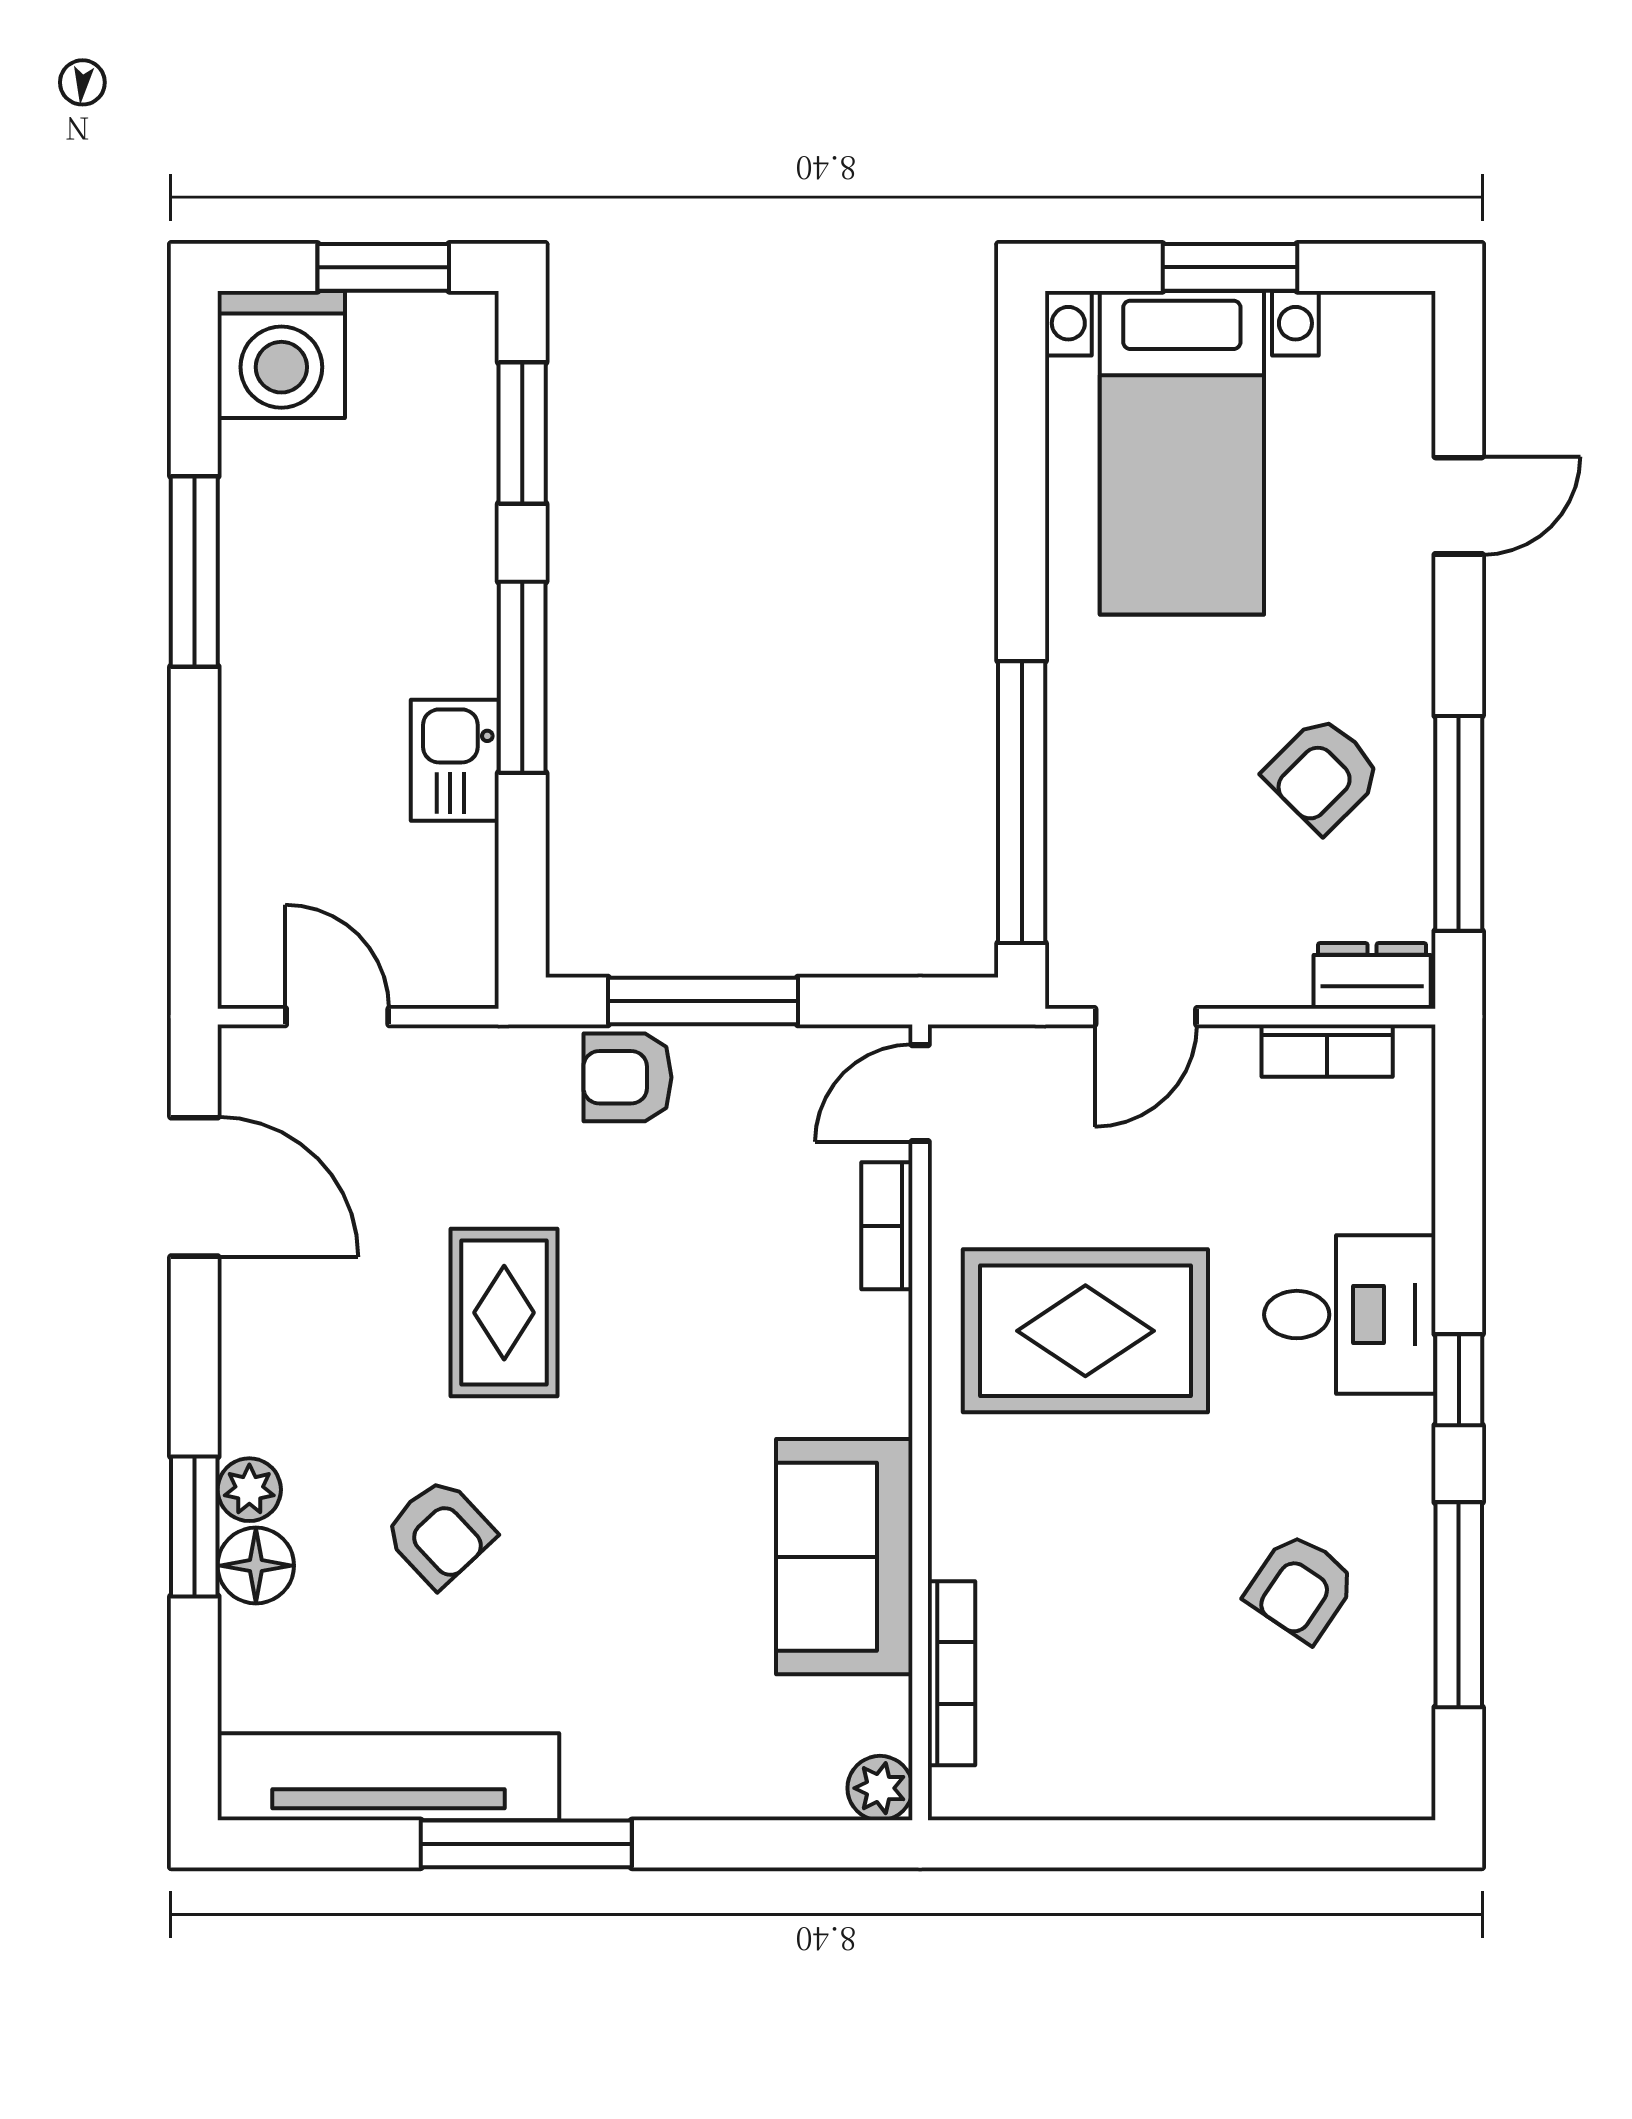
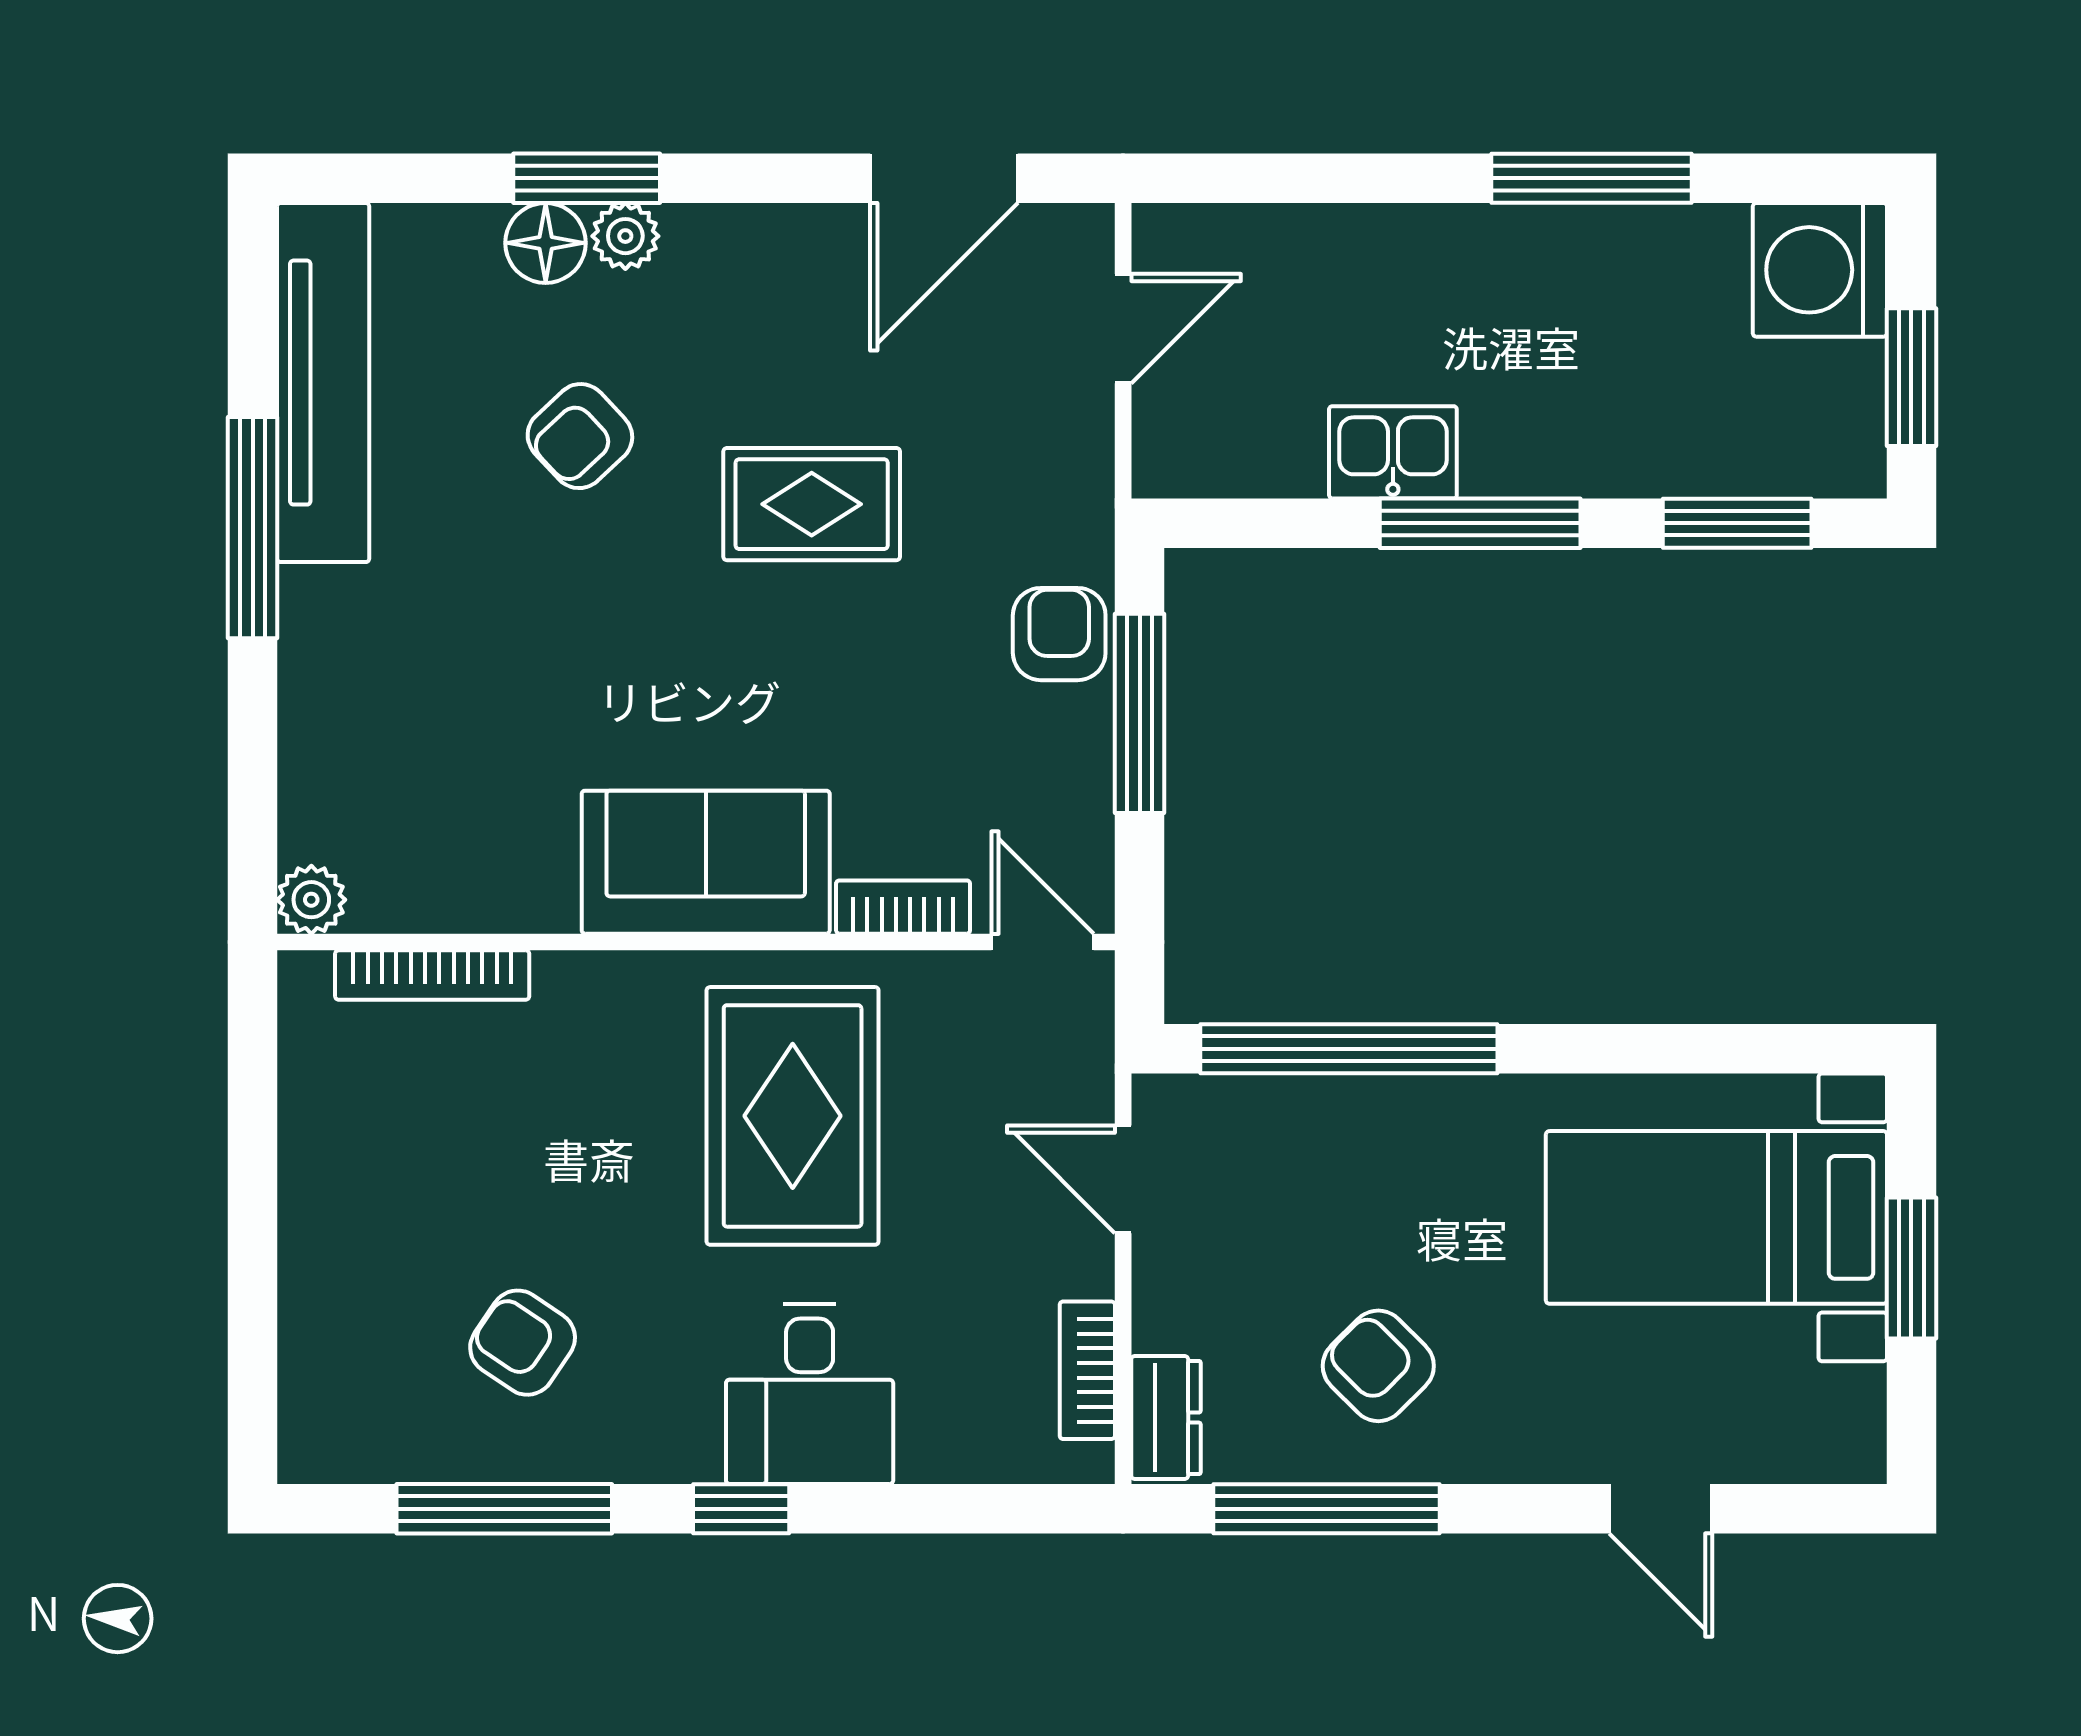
sofa: (844, 1557) -> (706, 862), moved

